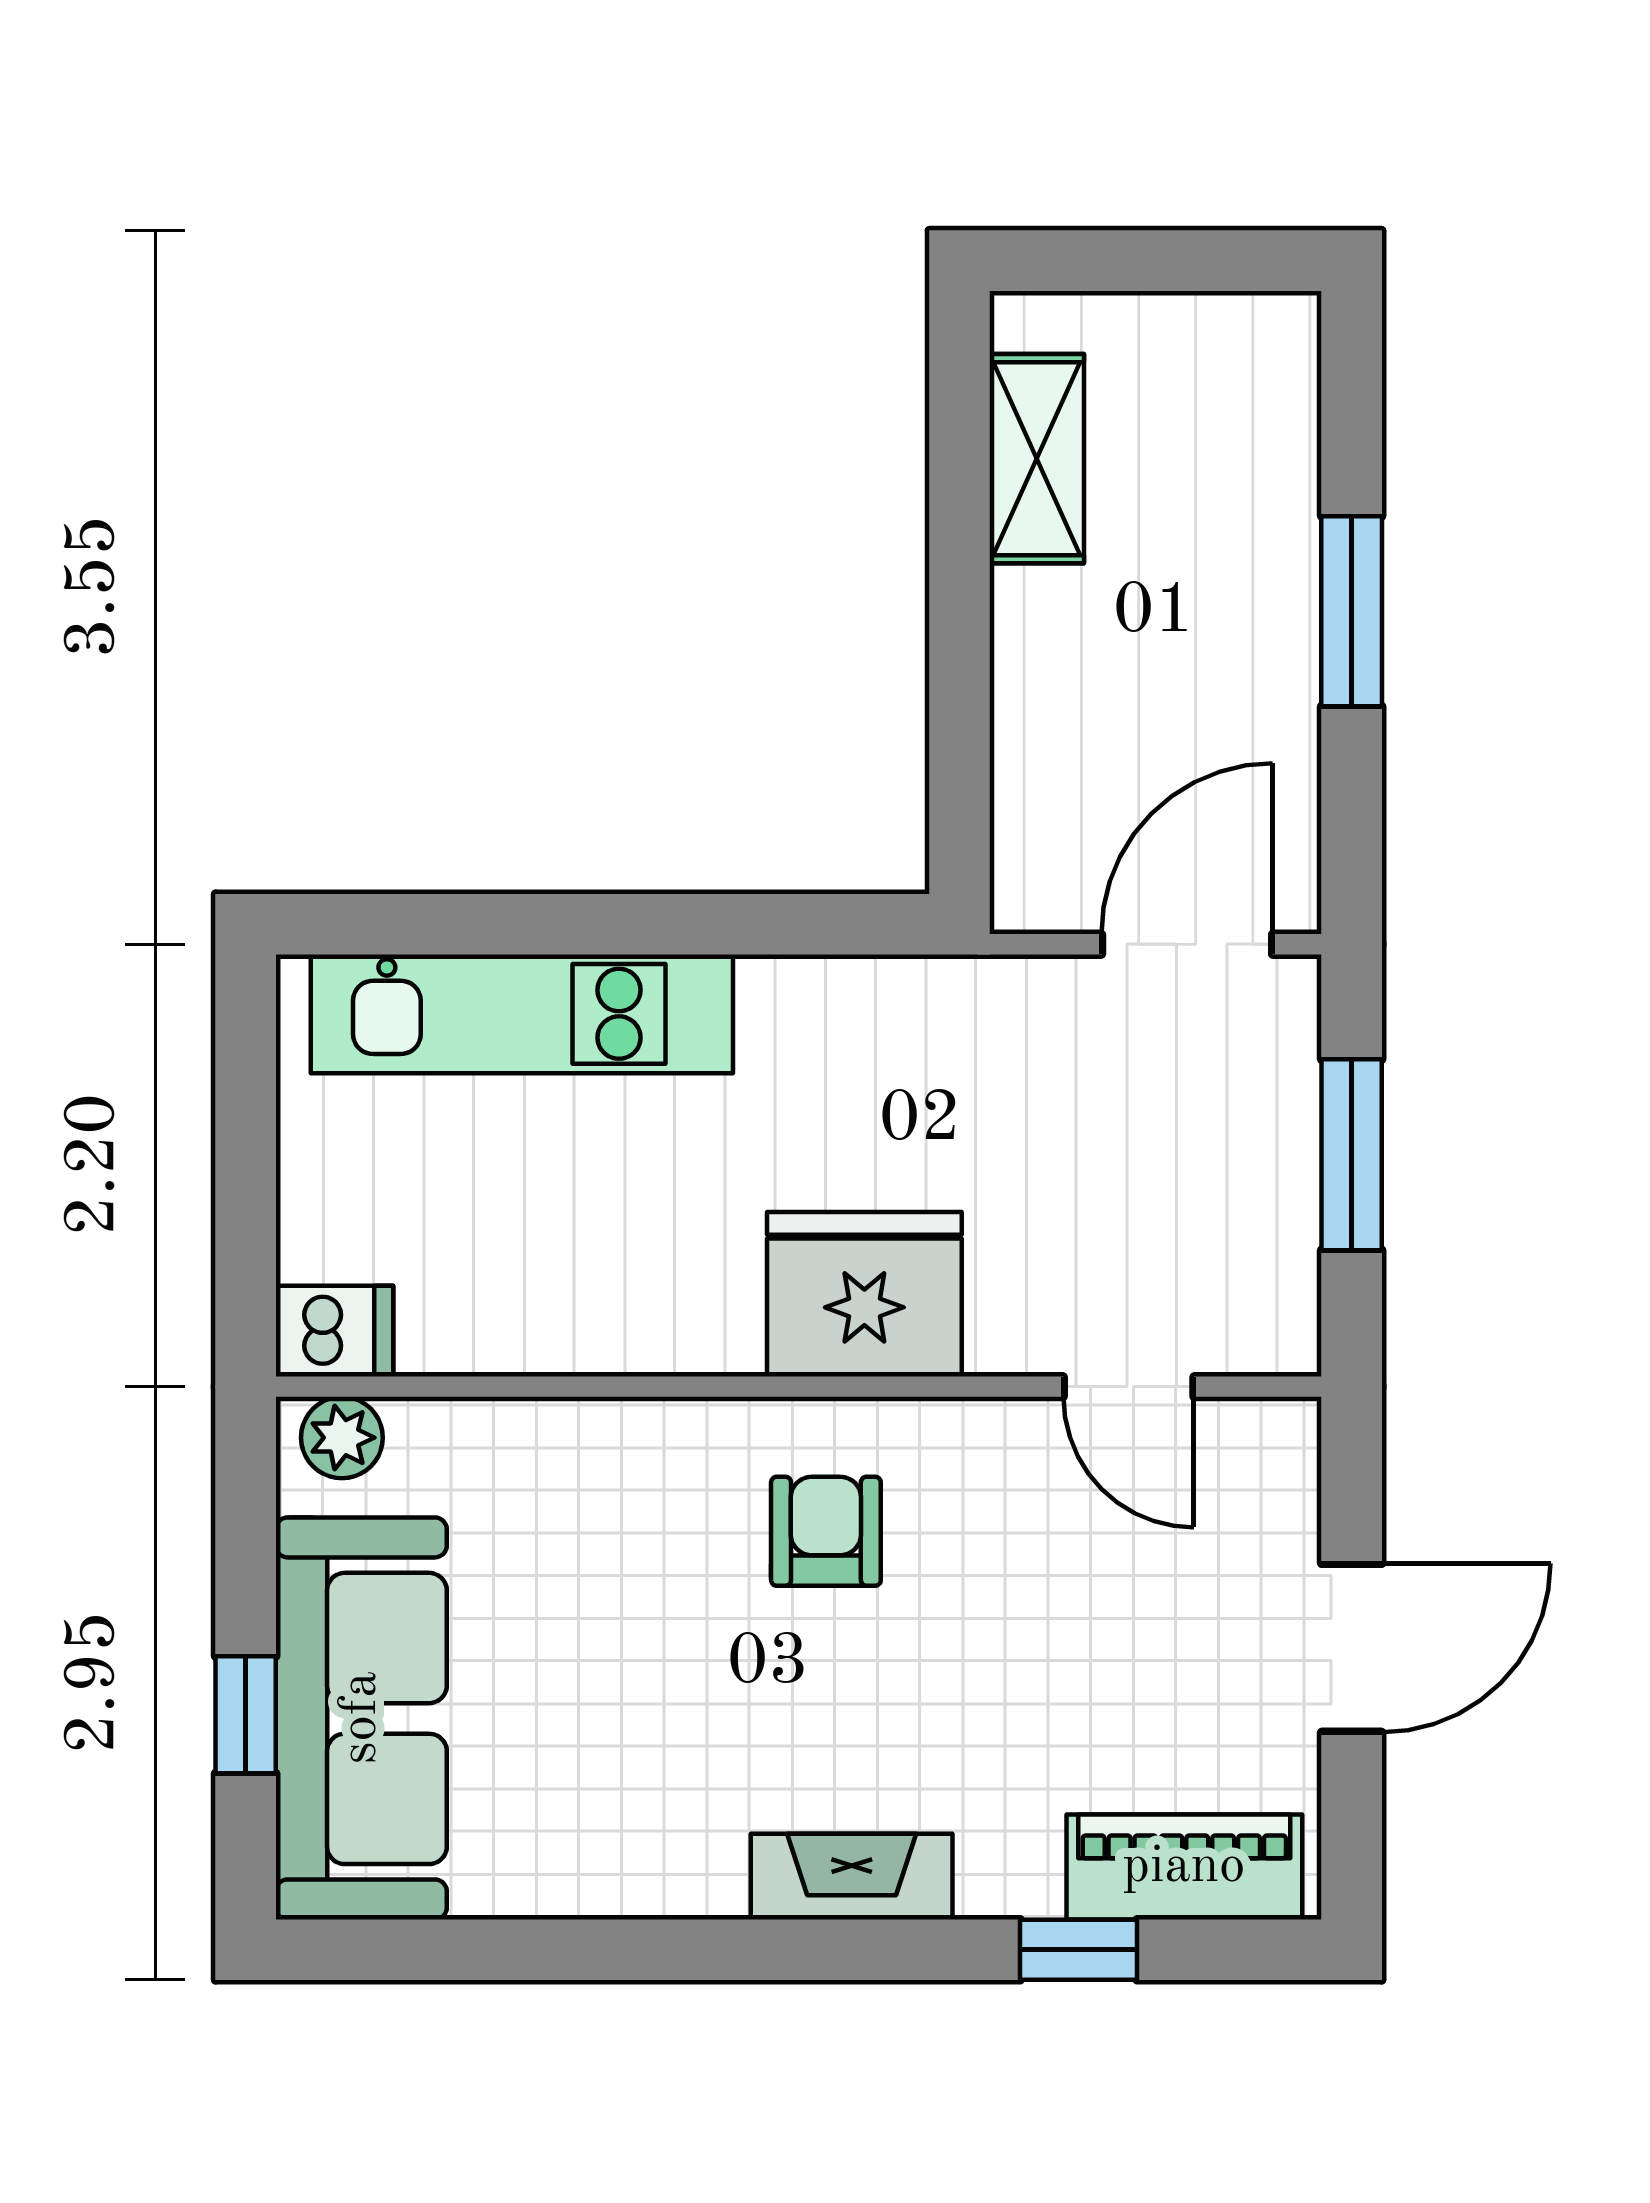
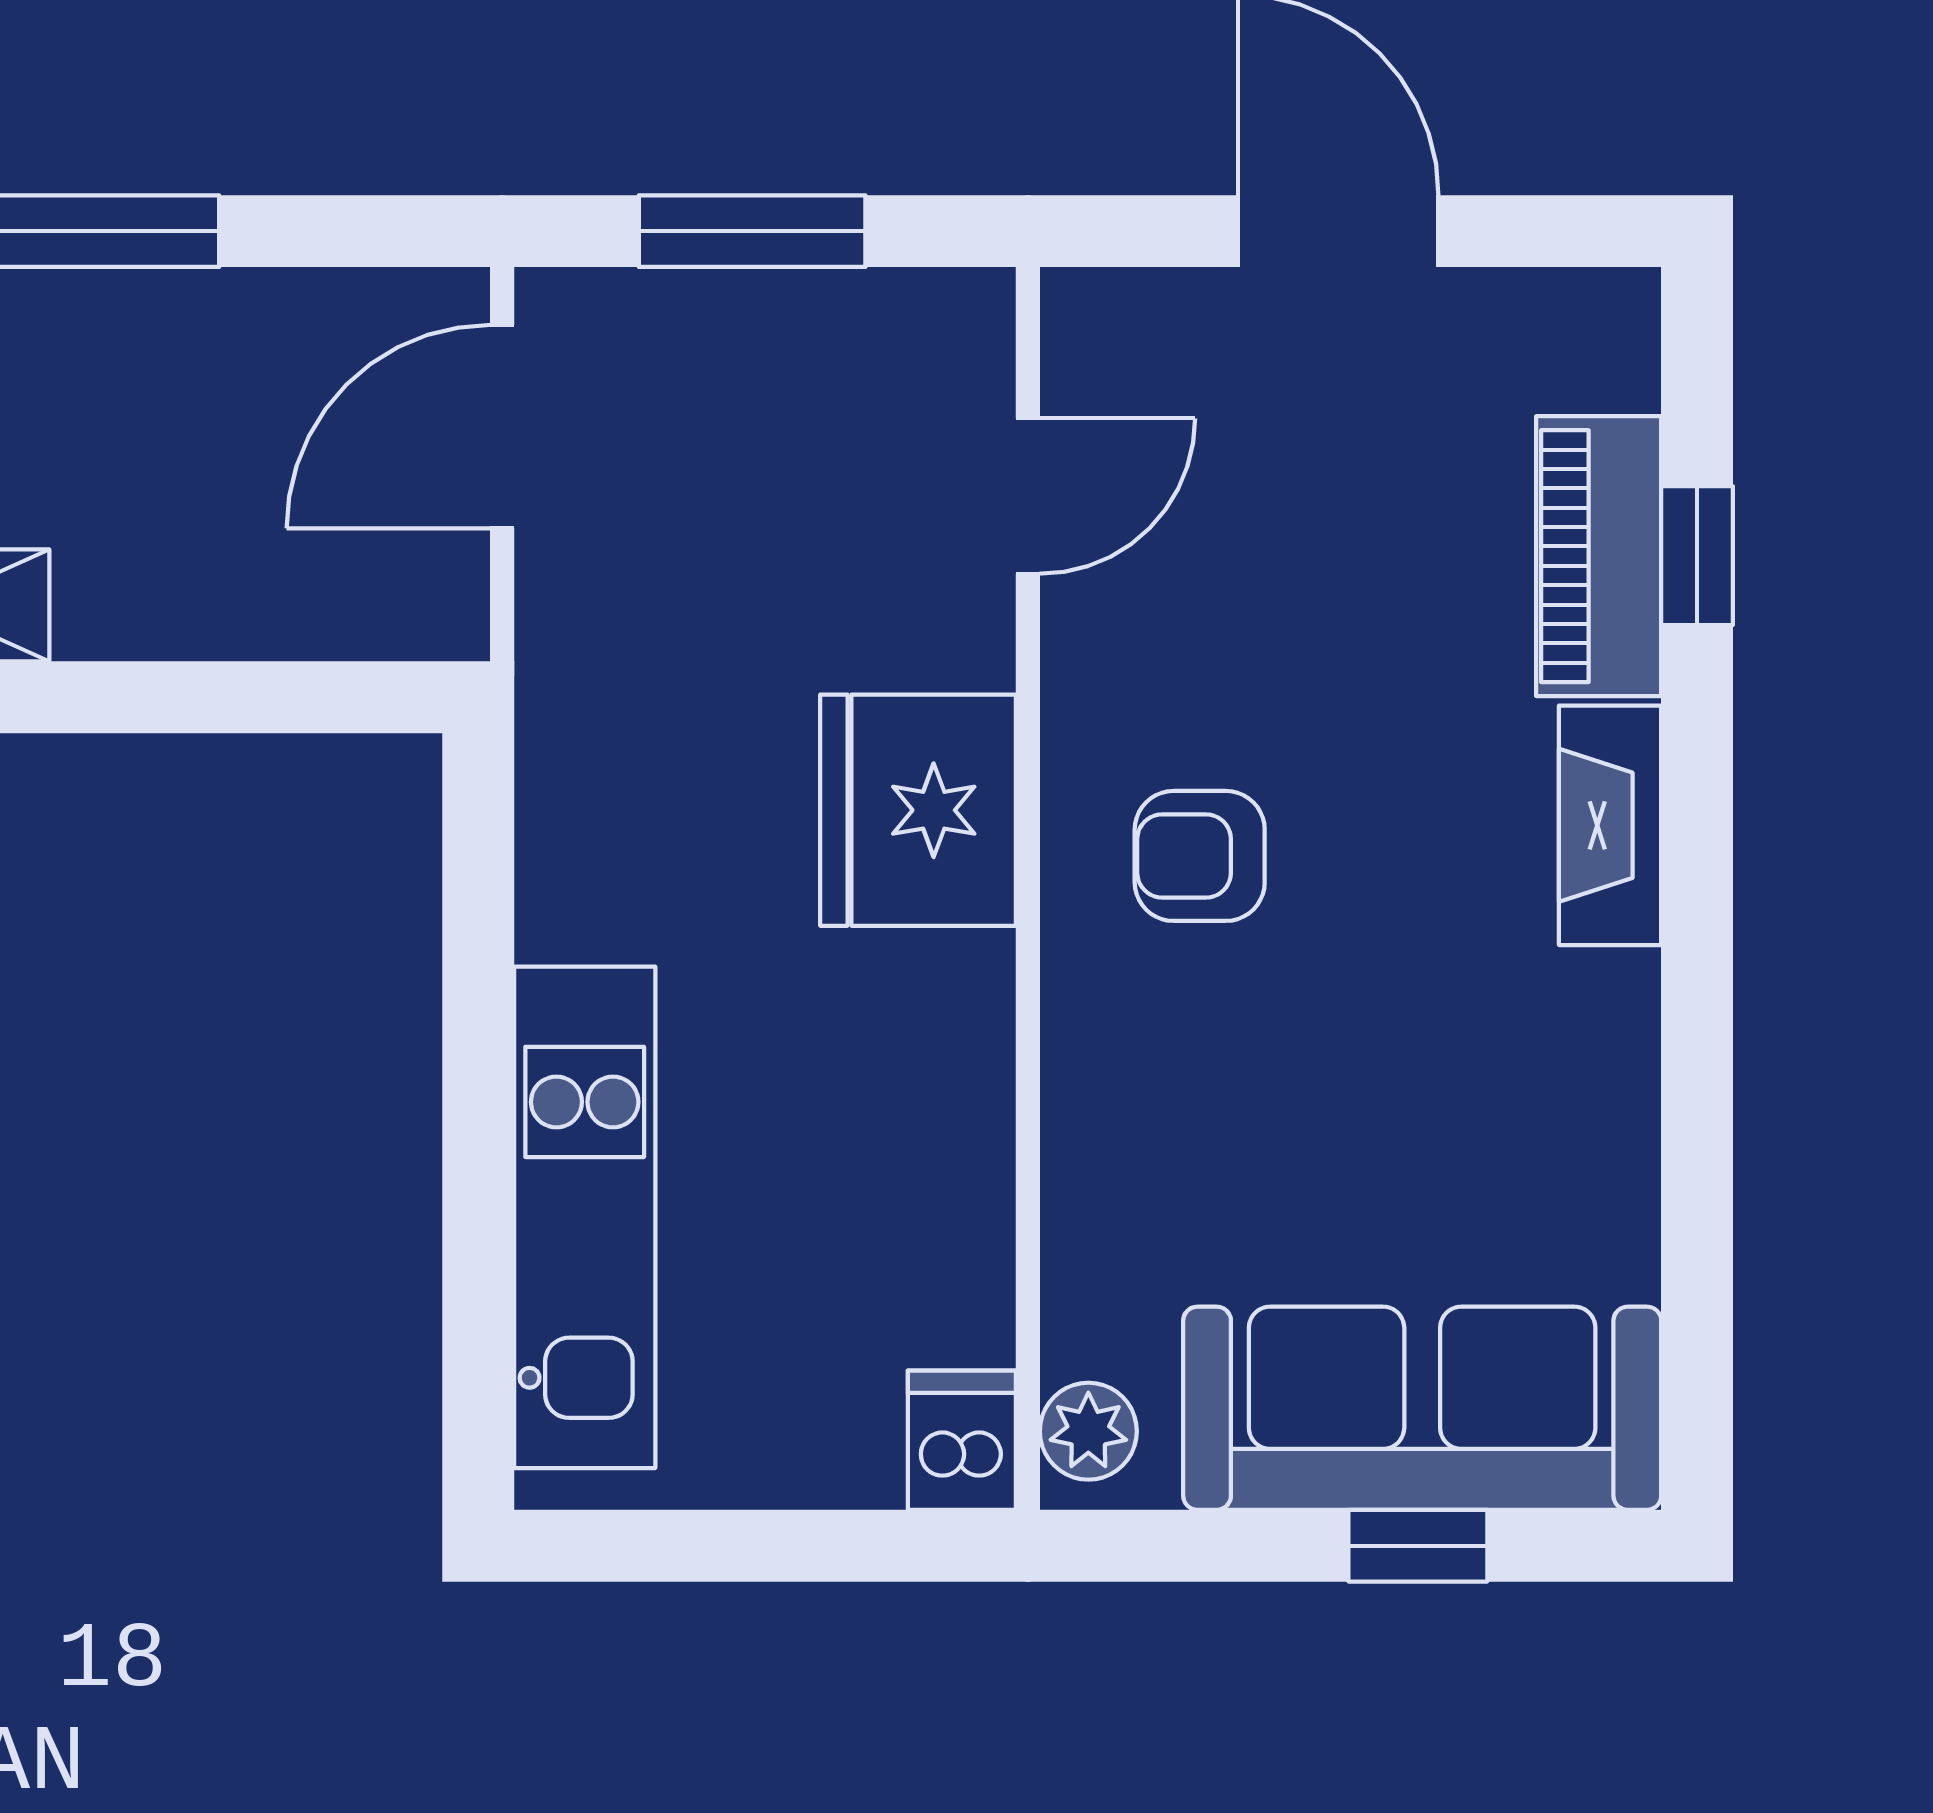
door: (1187, 944) -> (502, 427), hinge flipped
piano: (1184, 1867) -> (1599, 556), moved

